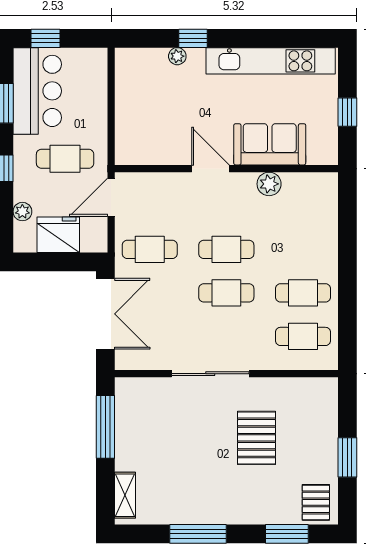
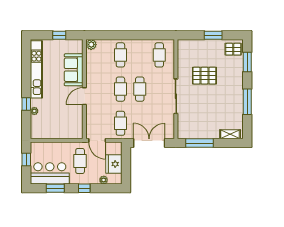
window: (45, 38) -> (26, 159), moved
plant: (269, 184) -> (91, 45), moved
cafe table: (303, 293) -> (120, 55), moved

